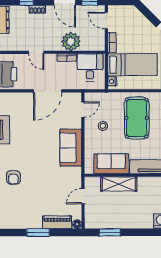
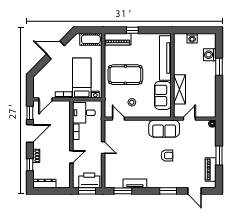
plant: (71, 42) -> (63, 128), removed
door: (48, 91) -> (103, 148), width x0.53
sofa: (71, 148) -> (164, 129), moved
armchair: (13, 177) -> (167, 156), moved
door: (83, 196) -> (189, 119), swing flipped
piano: (57, 222) -> (211, 169), moved
window: (110, 232) -> (219, 67), moved

